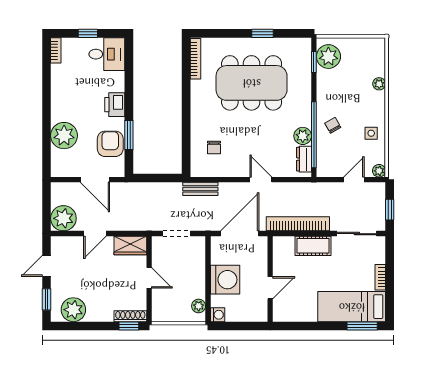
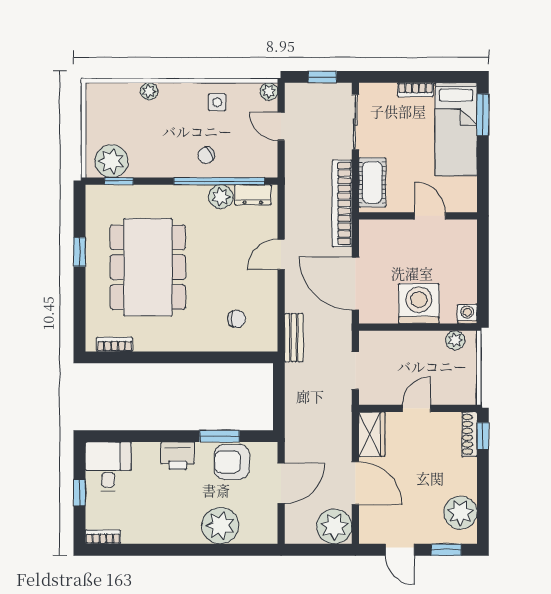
bookcase: (196, 59) -> (115, 344), width x0.64
door: (95, 234) -> (355, 483), width x1.38
wall: (270, 279) -> (418, 216), moved
door: (270, 288) -> (430, 216), moved

